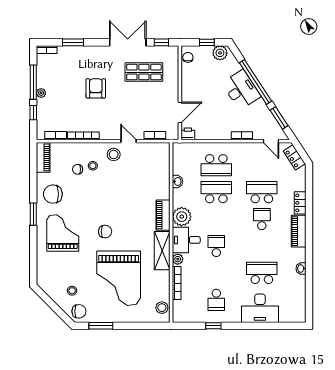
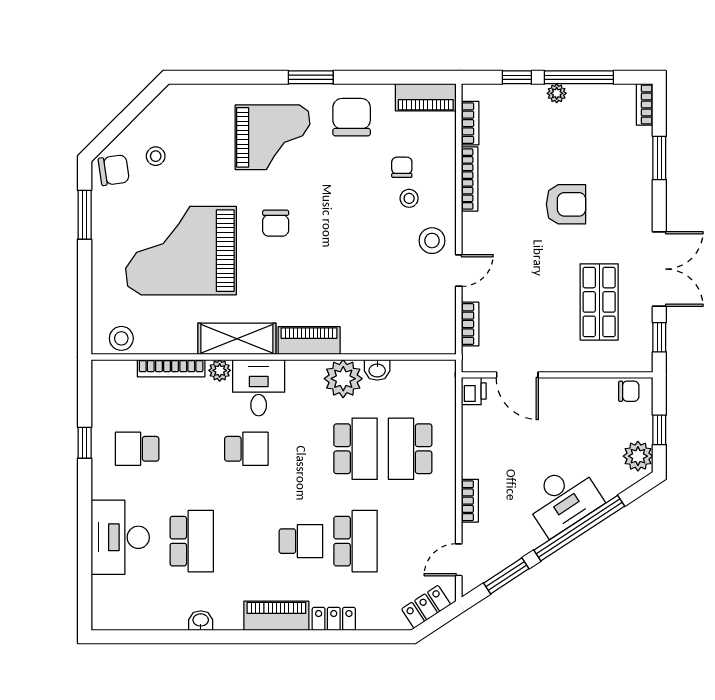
plant: (182, 217) -> (343, 379), moved
chair: (79, 311) -> (114, 170), turned -98

